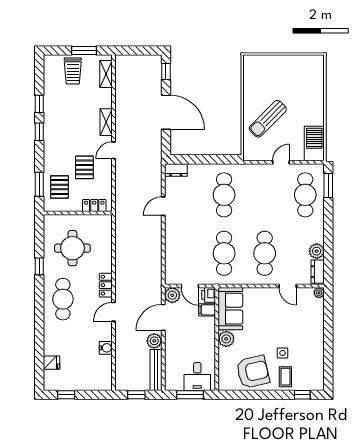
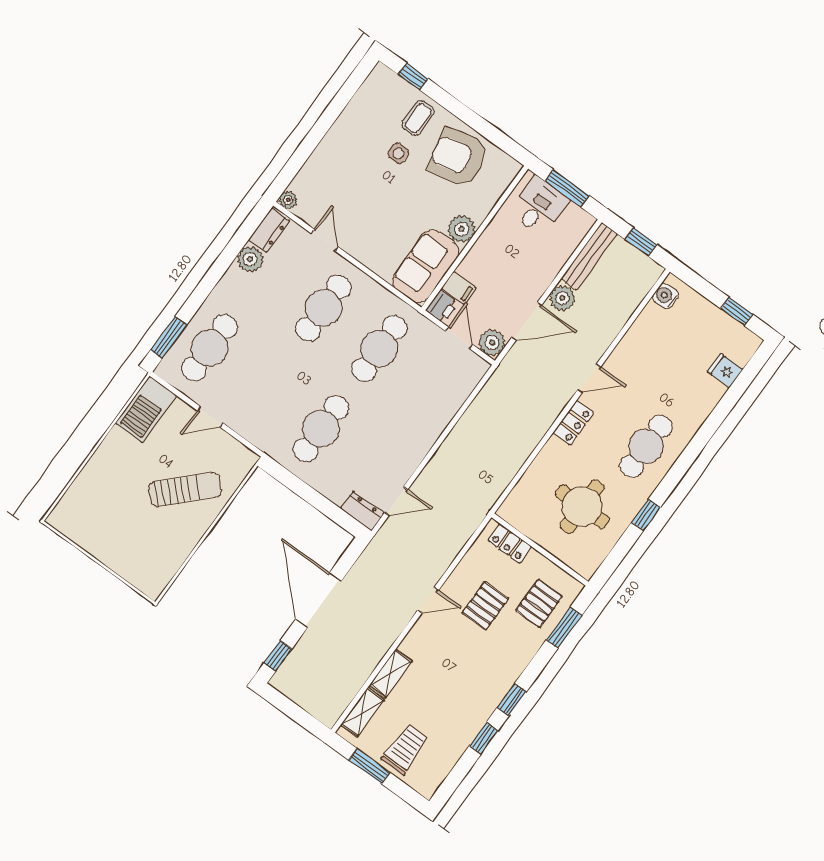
shelving: (106, 122) -> (391, 673), moved
door: (163, 206) -> (396, 501), moved
water cooler: (106, 348) -> (665, 296), moved

